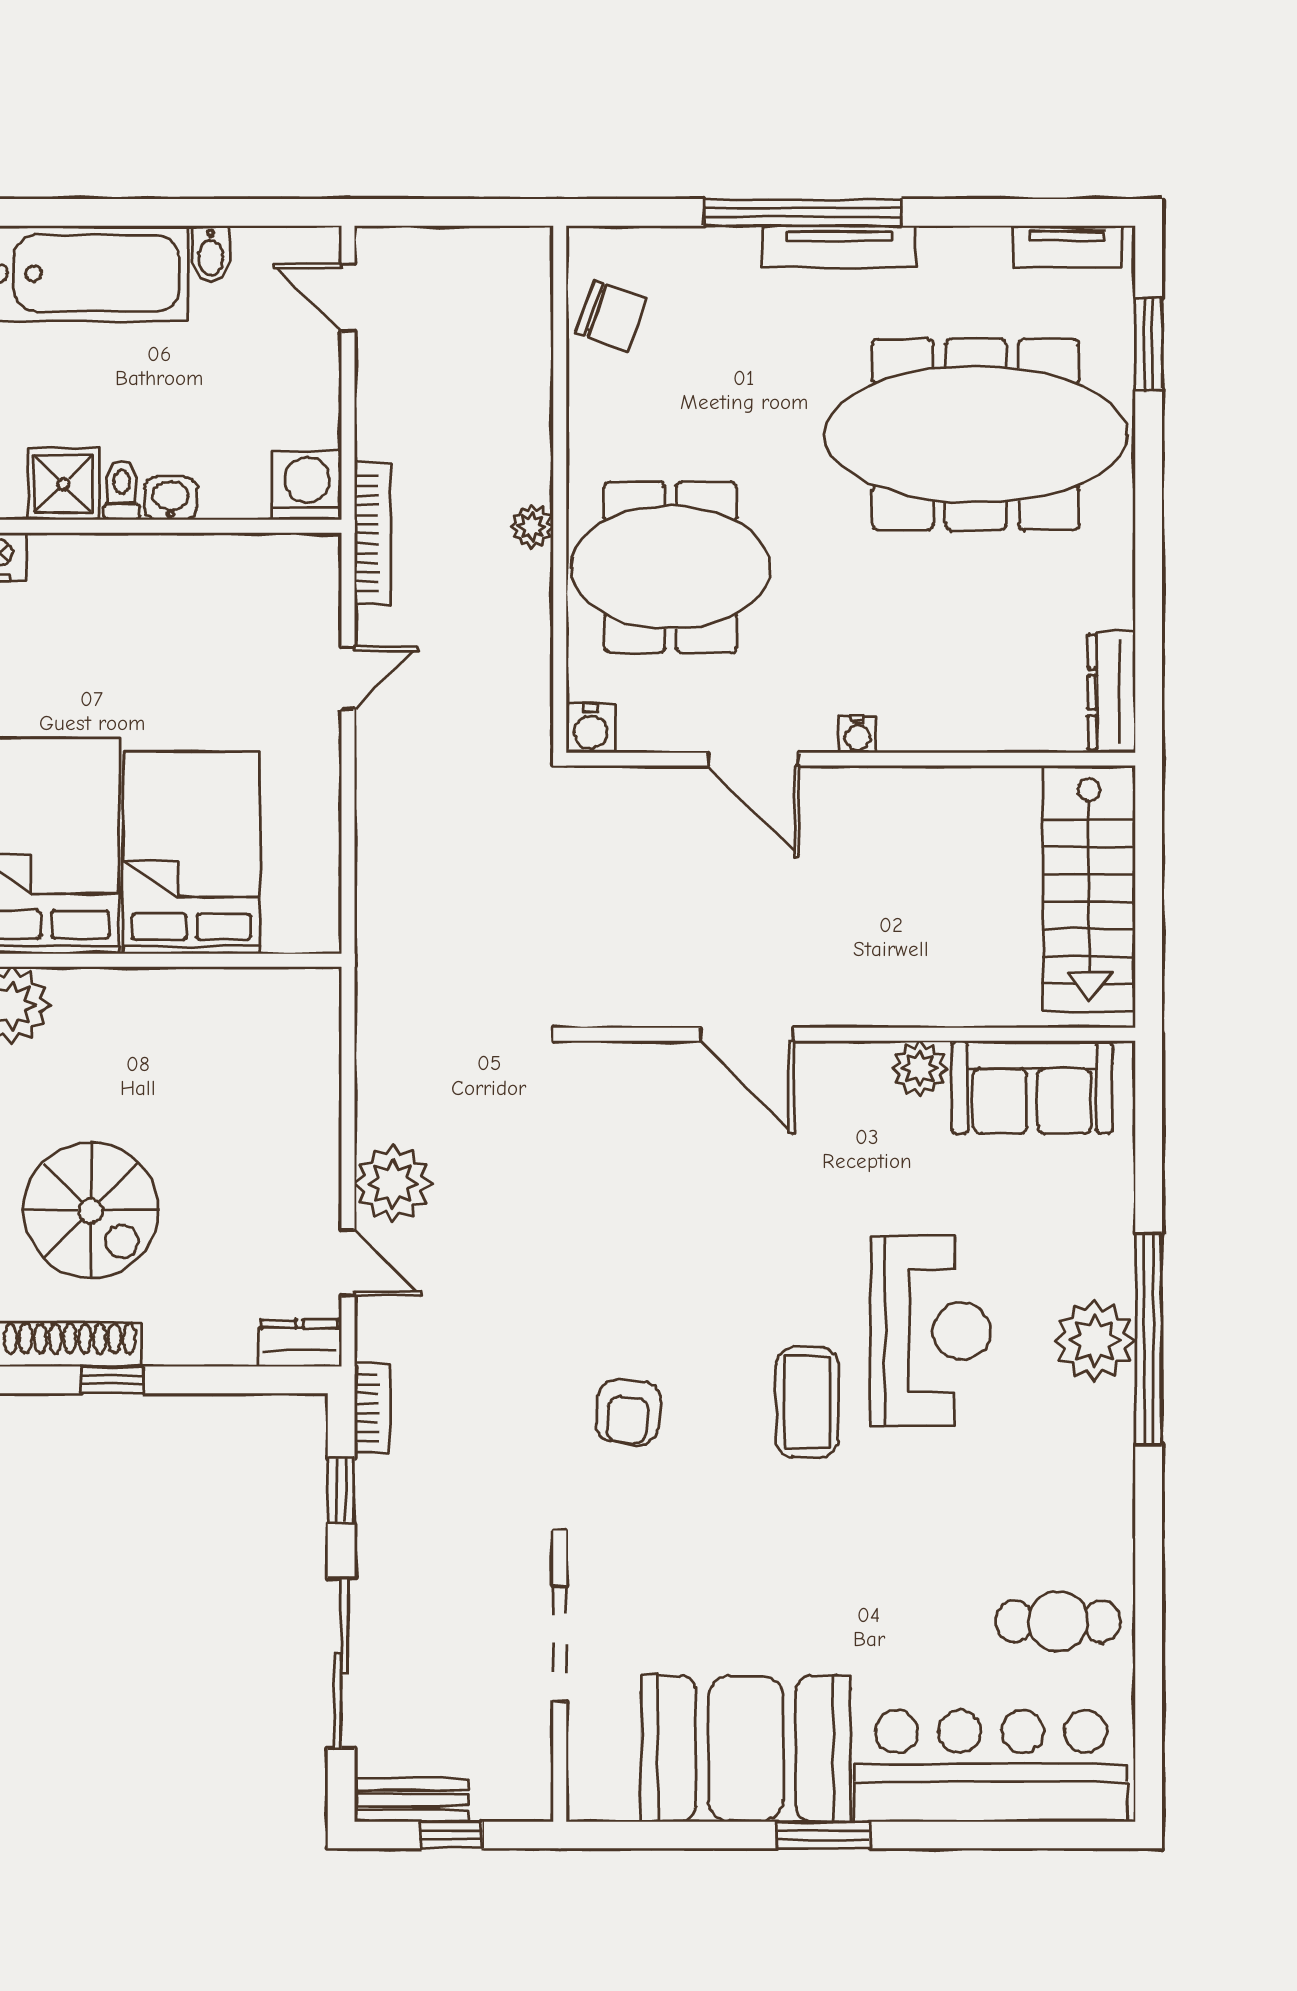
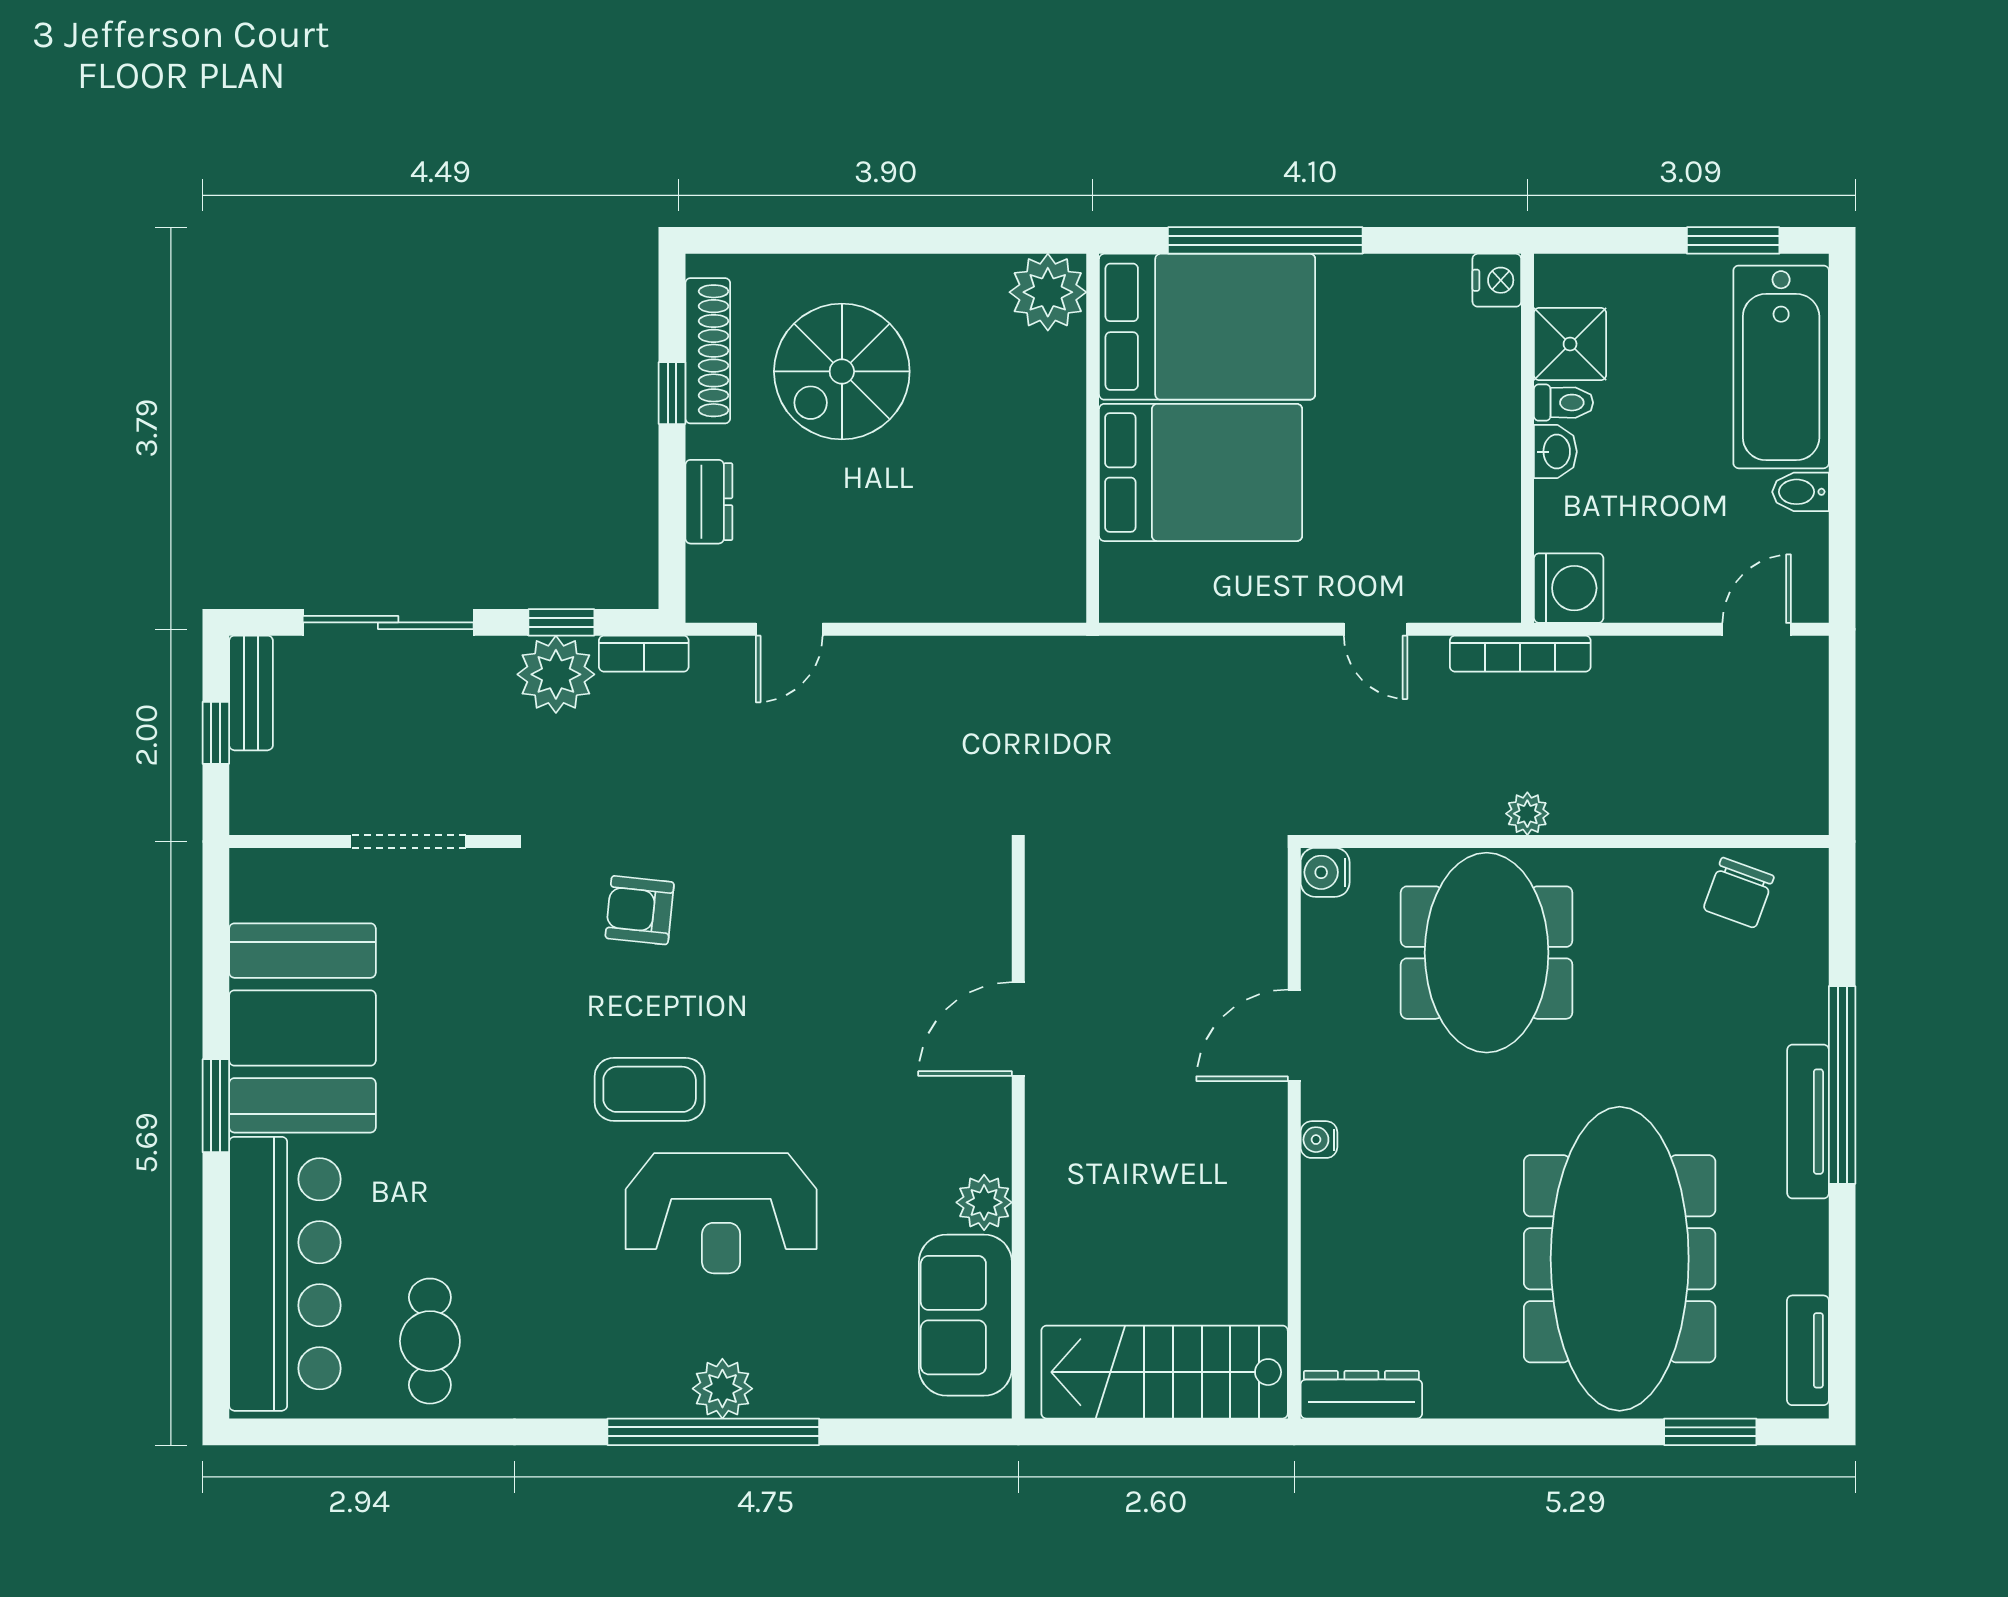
plant: (393, 1184) -> (556, 674), moved
plant: (1095, 1340) -> (722, 1389), width x0.73, depth x0.73
dresser: (300, 1343) -> (709, 502), moved

